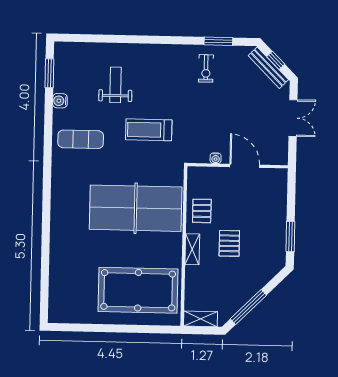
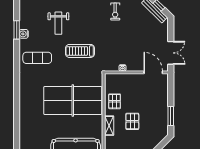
window: (49, 73) -> (17, 30), moved
weight bench: (116, 85) -> (58, 23), turned 180
double door: (293, 118) -> (171, 53), moved
door: (245, 166) -> (153, 72), moved

